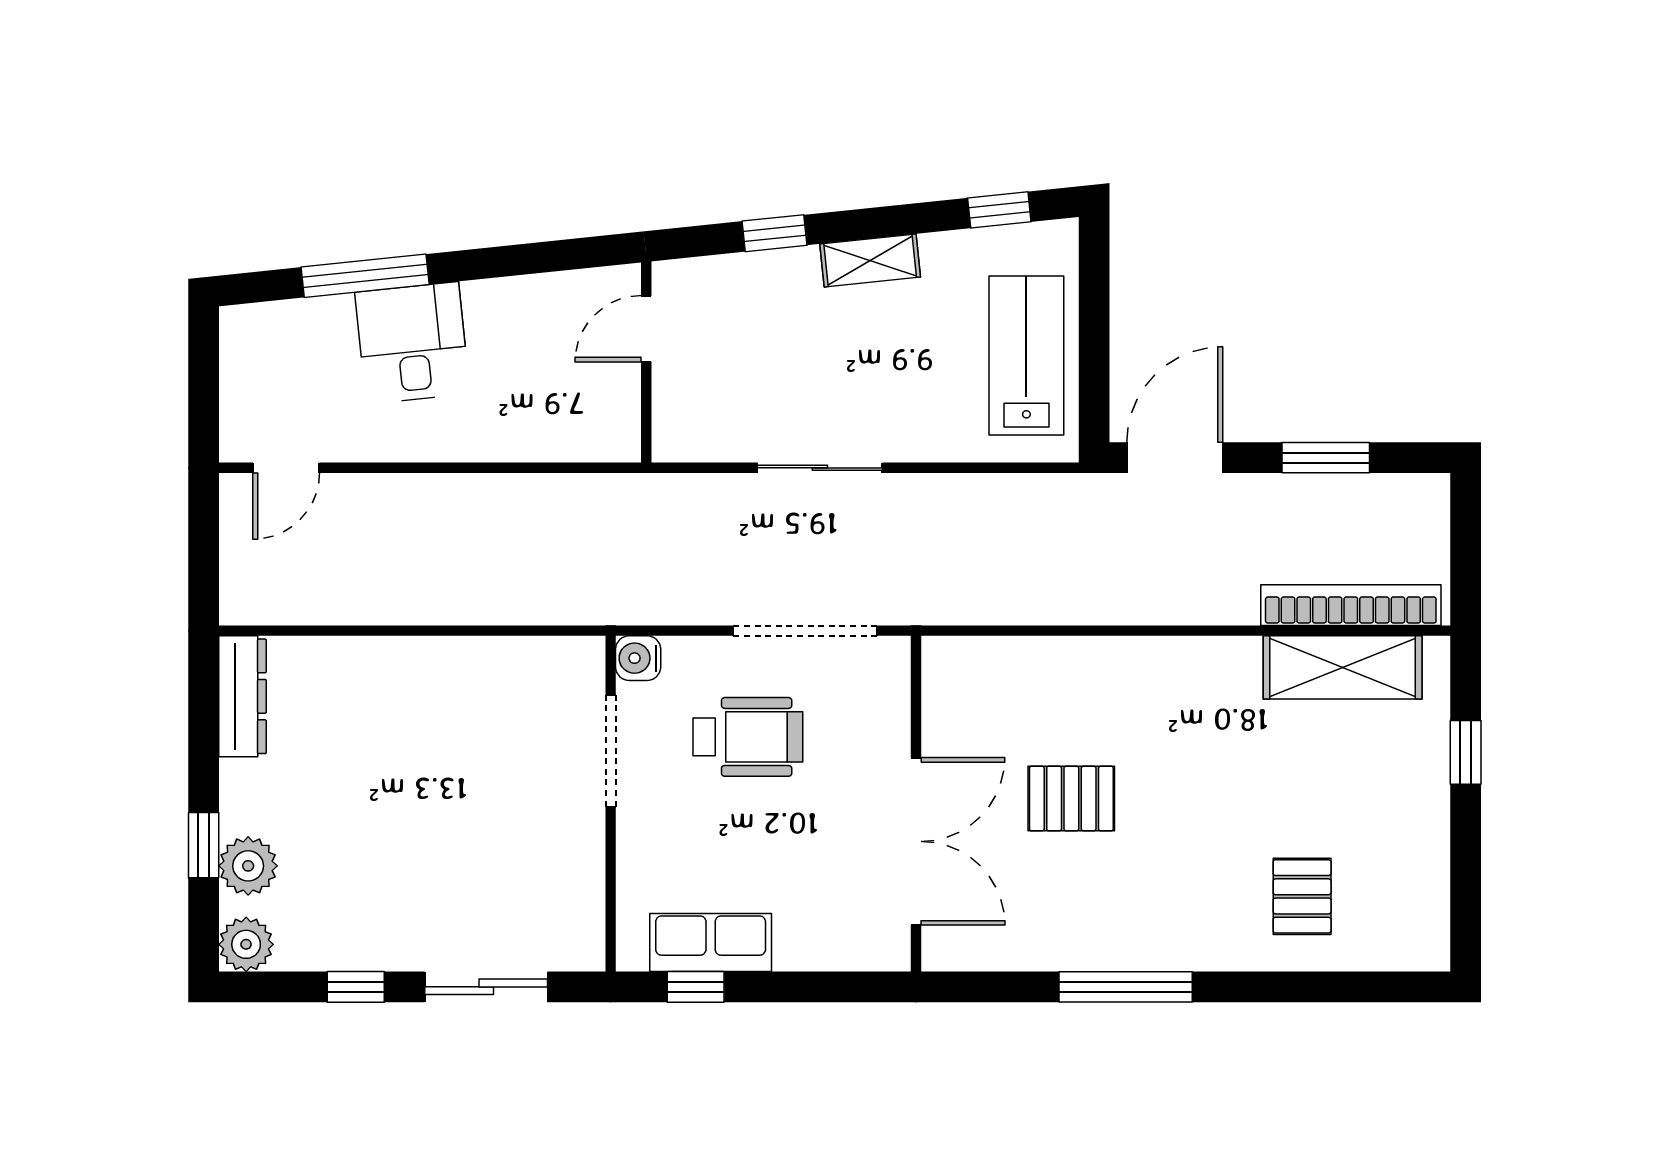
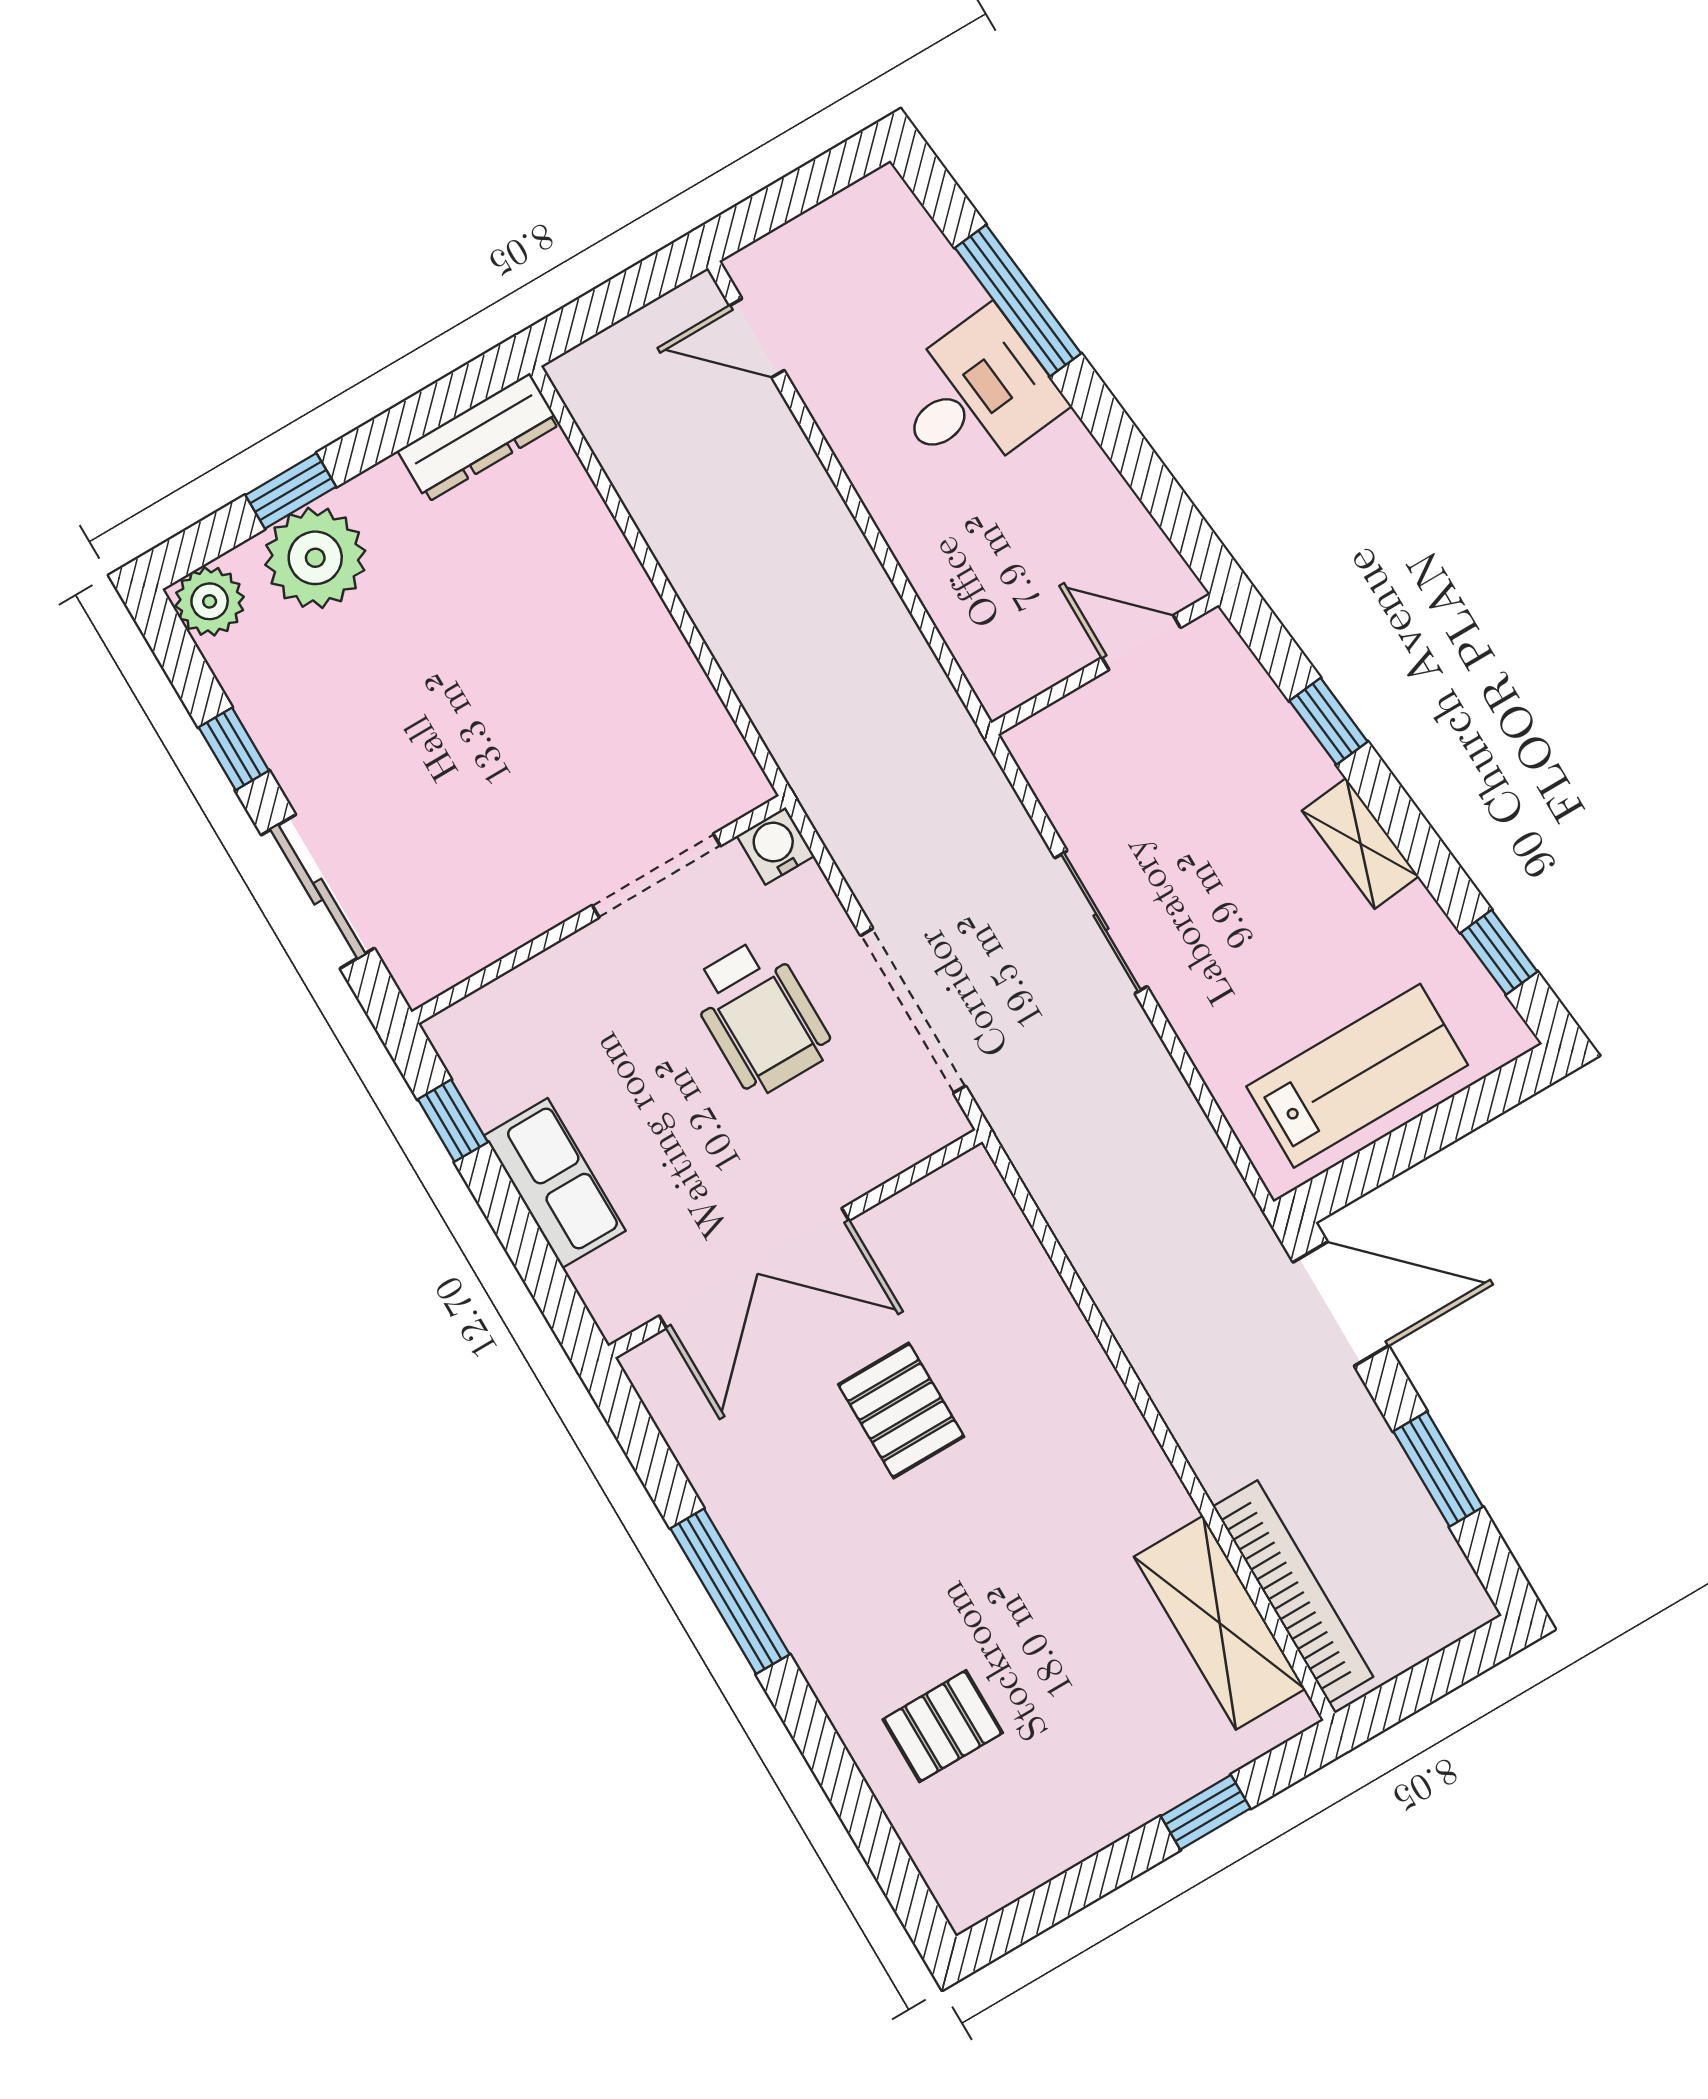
plant: (248, 866) -> (315, 558), width x1.36, depth x1.36
row of seats: (711, 943) -> (555, 1183), moved

